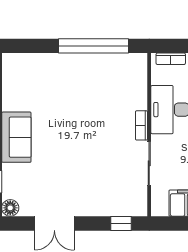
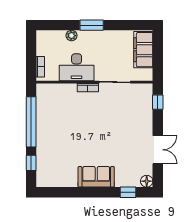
window: (36, 46) -> (31, 163), added

